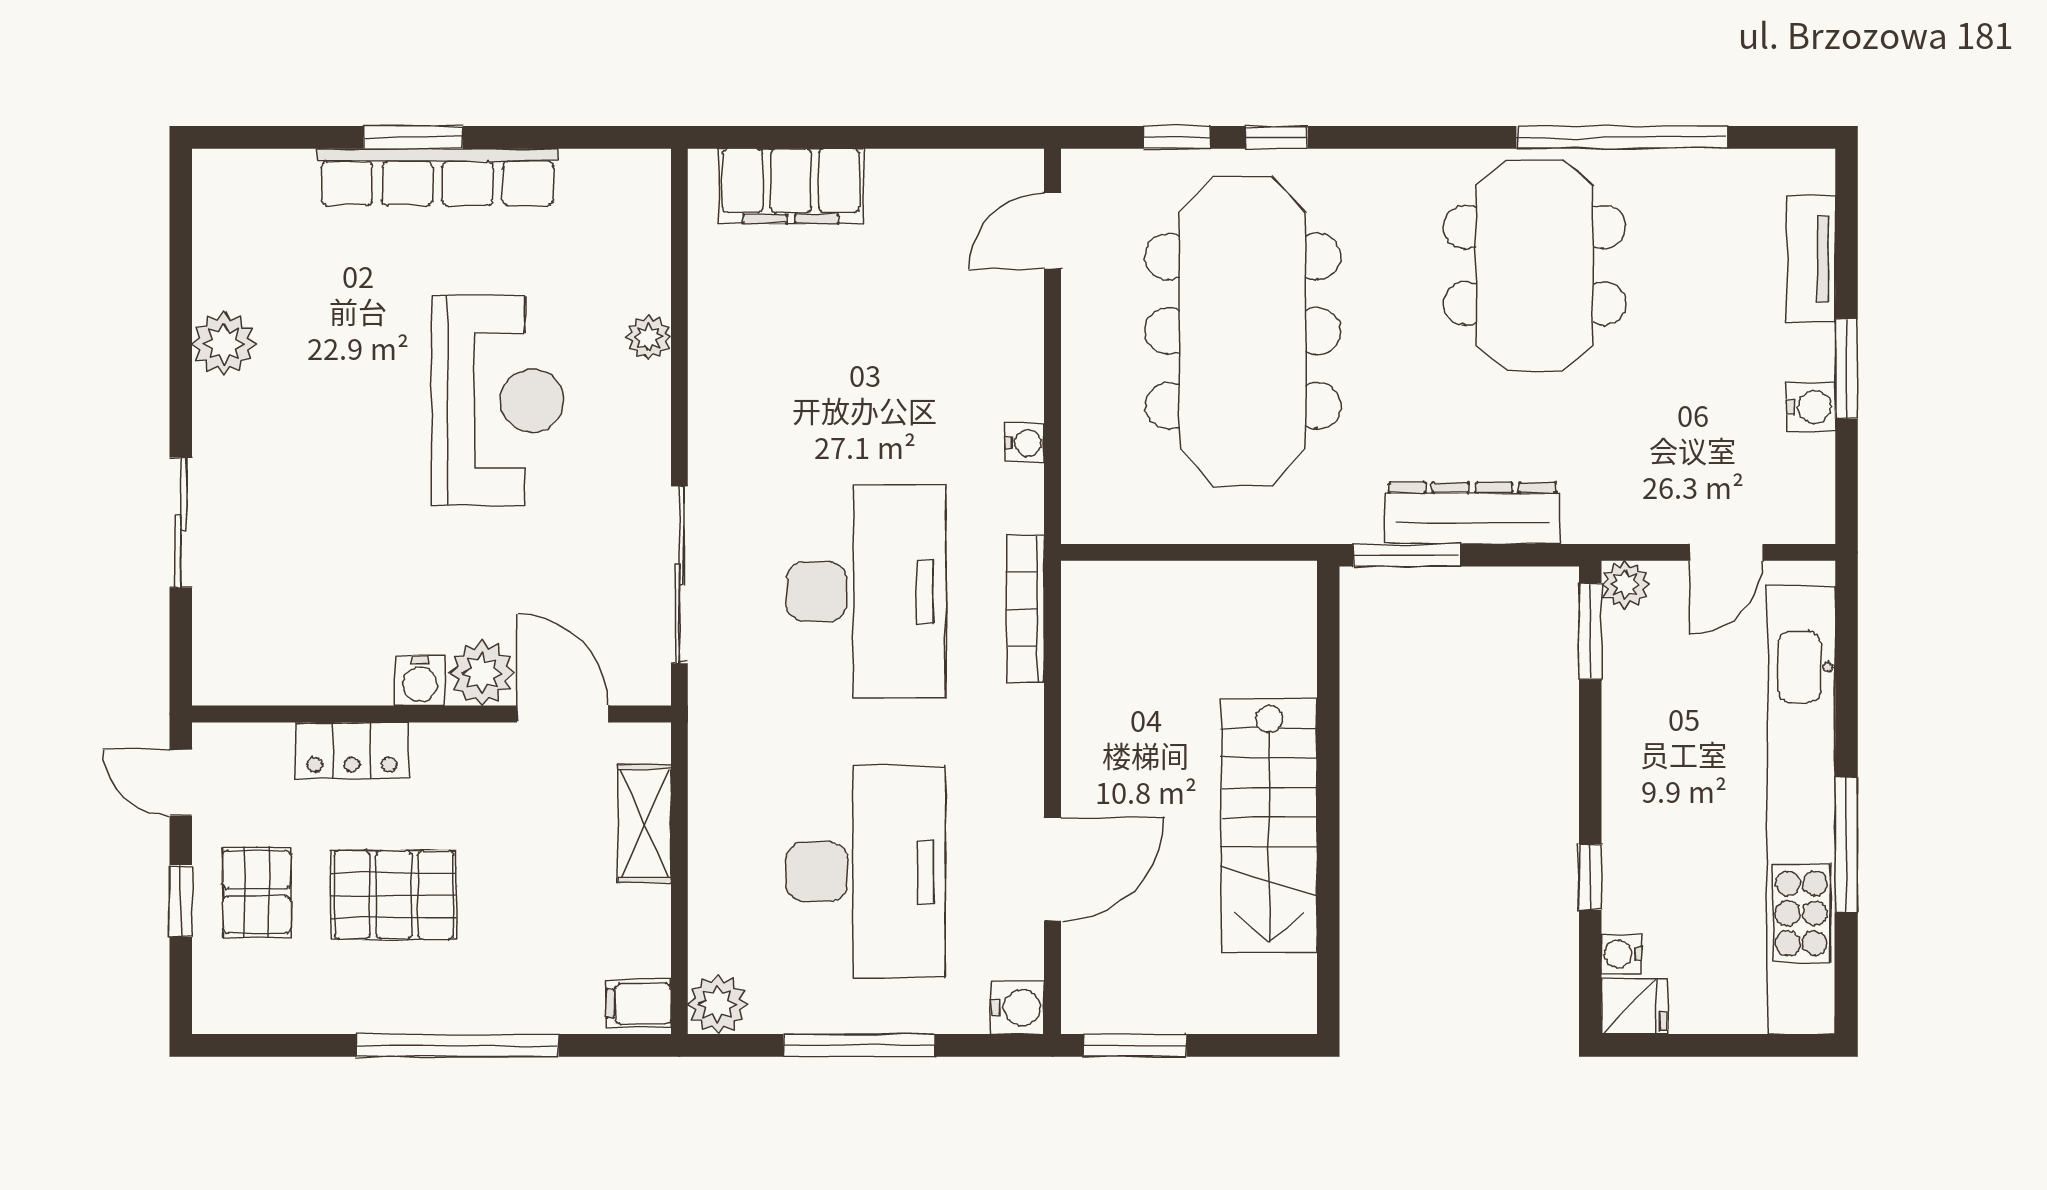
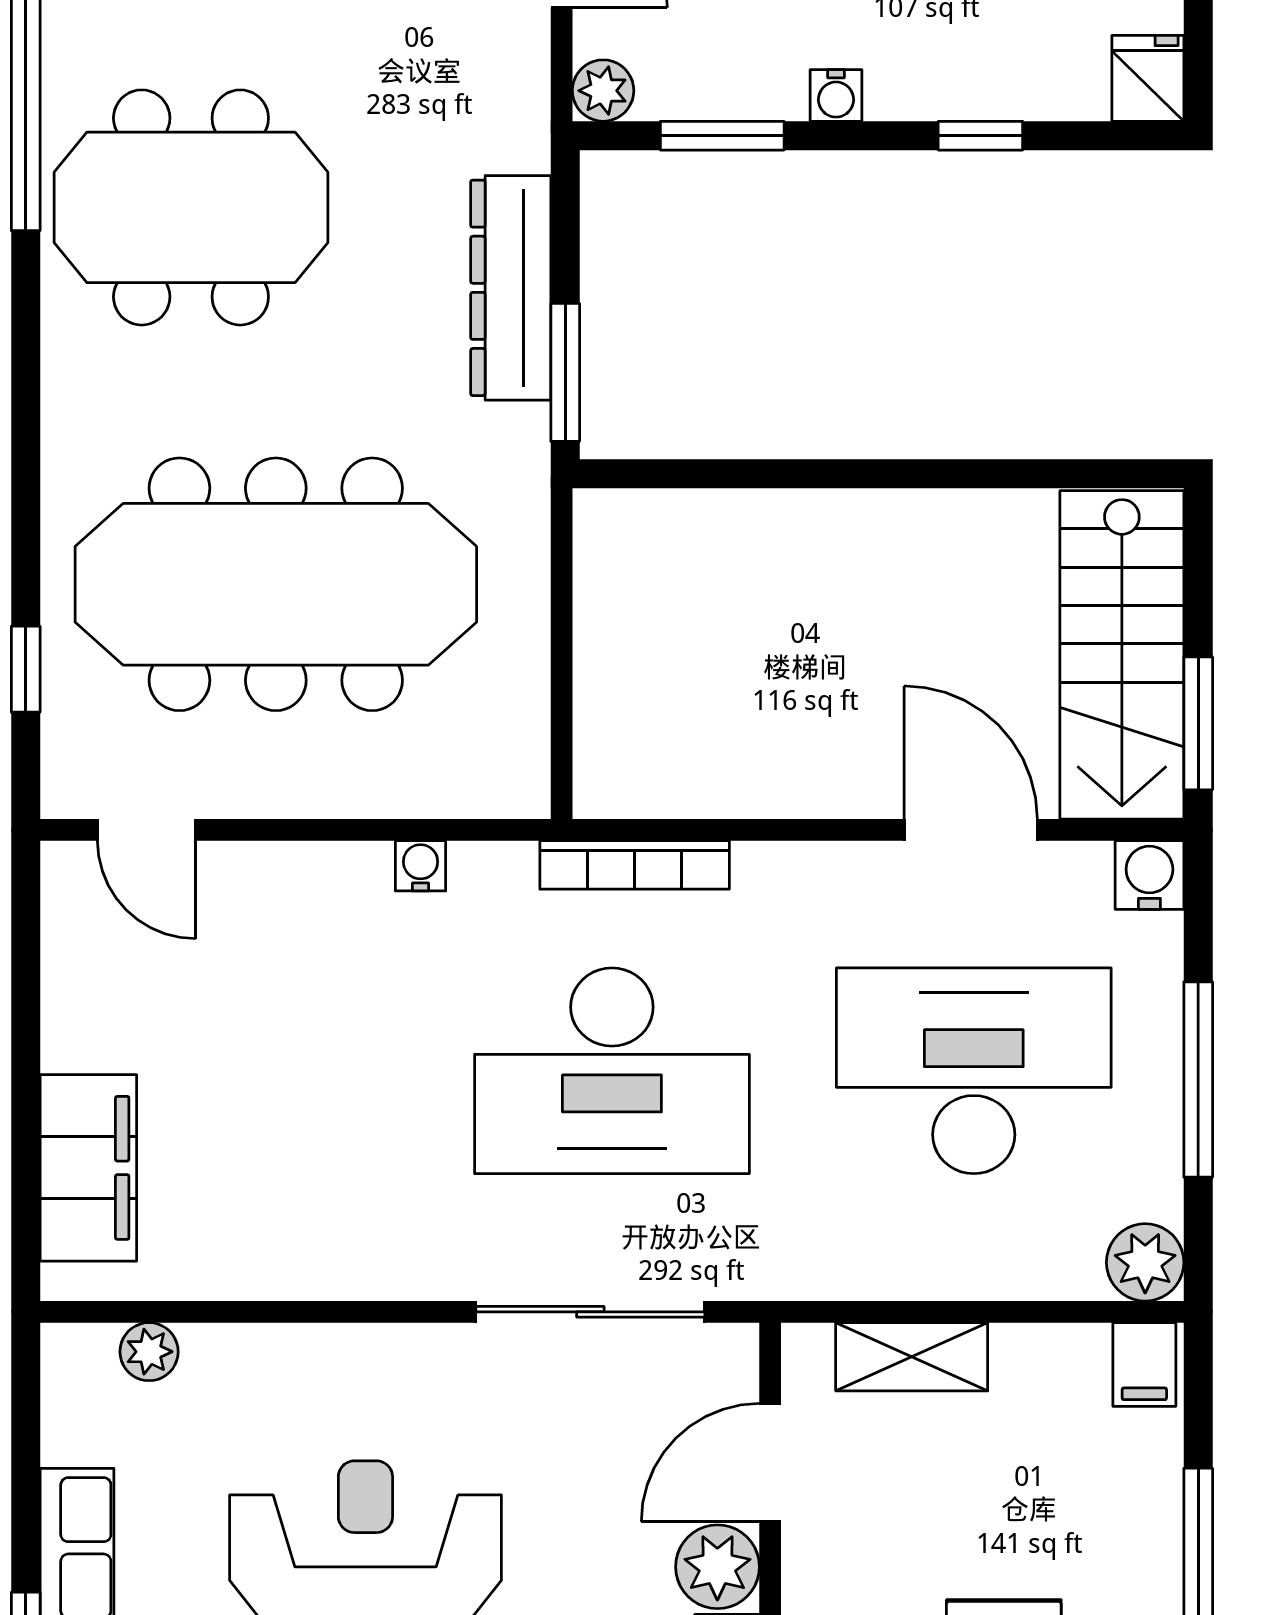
window: (1277, 137) -> (26, 541), removed
plant: (648, 337) -> (149, 1352), moved
desk: (866, 591) -> (612, 1071), turned 180
window: (1590, 631) -> (722, 136), moved
stairs: (1269, 826) -> (1122, 655), moved, turned 90
water cooler: (1621, 954) -> (836, 95), moved

